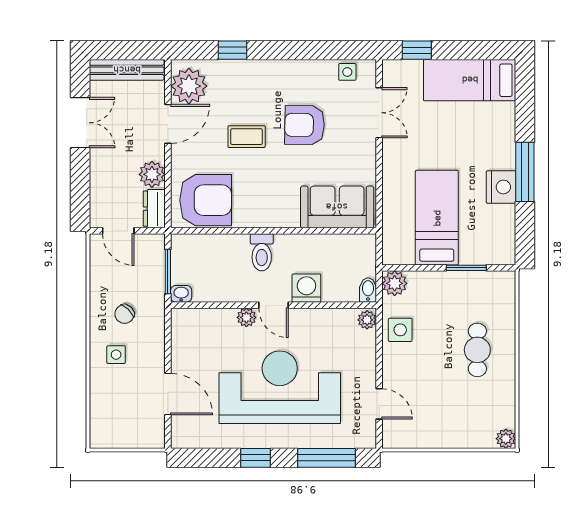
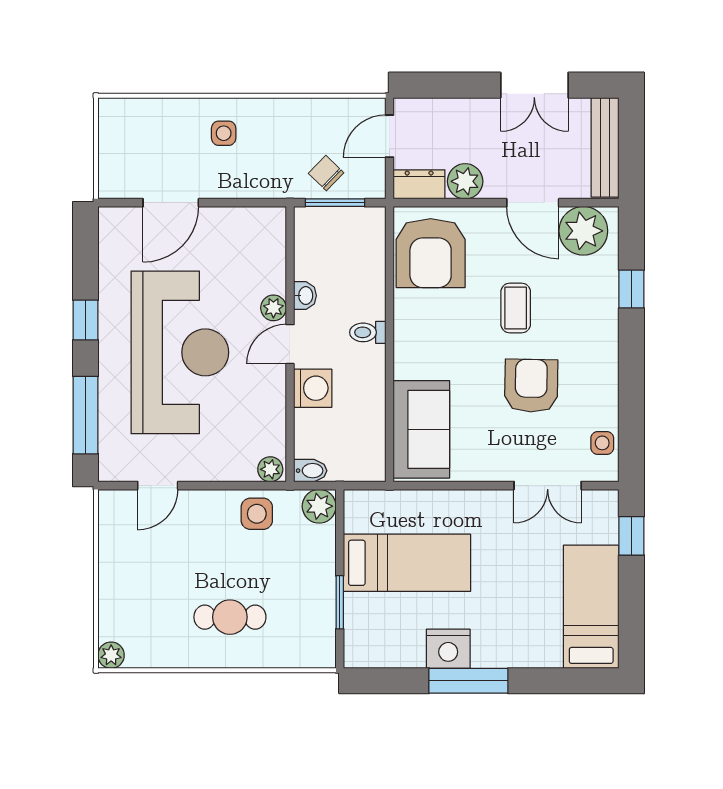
toilet: (262, 252) -> (368, 332), width x0.73, depth x0.72
washbasin: (181, 294) -> (305, 296), moved
chair: (124, 314) -> (326, 173), moved

